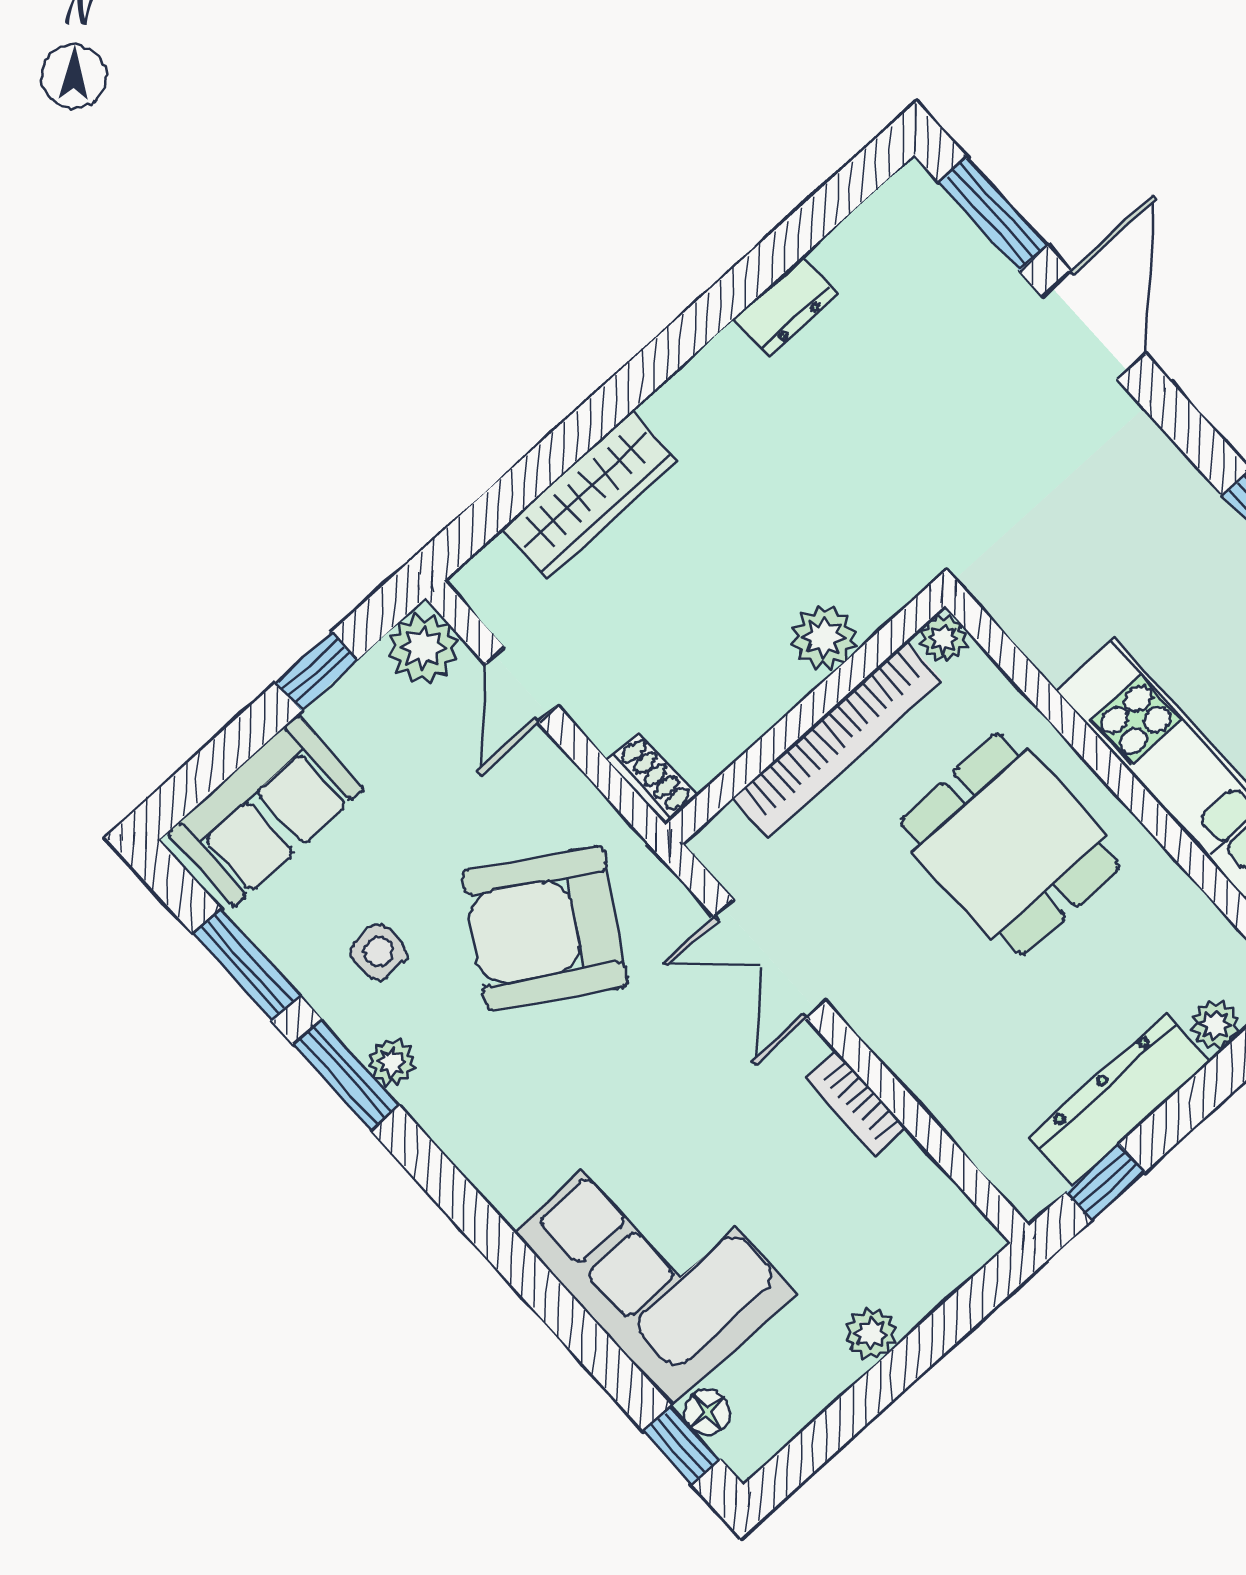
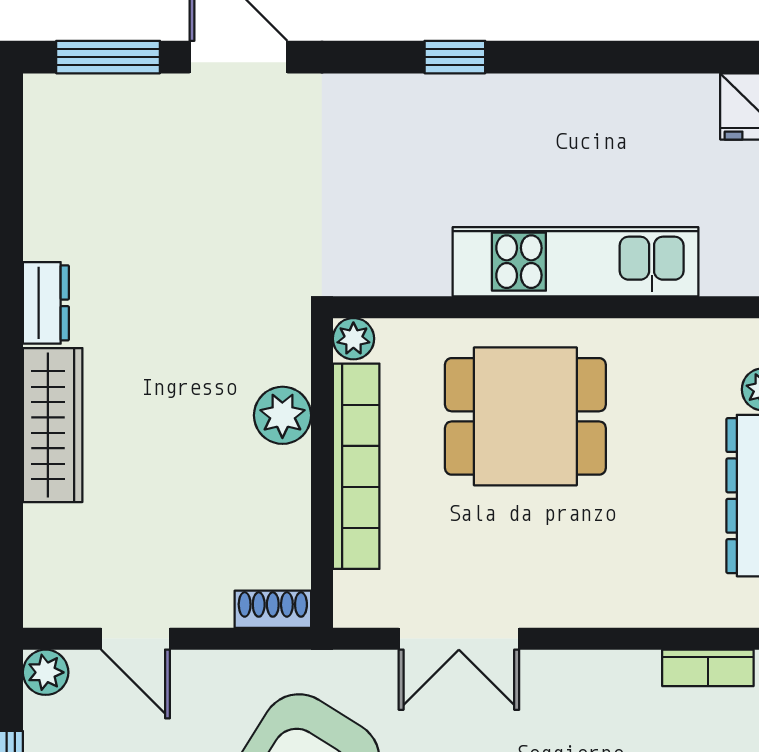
dresser: (786, 307) -> (46, 303), moved
wardrobe: (590, 495) -> (53, 425), moved
plant: (423, 648) -> (46, 672), width x0.73, depth x0.73
bookcase: (856, 1104) -> (708, 668), moved

